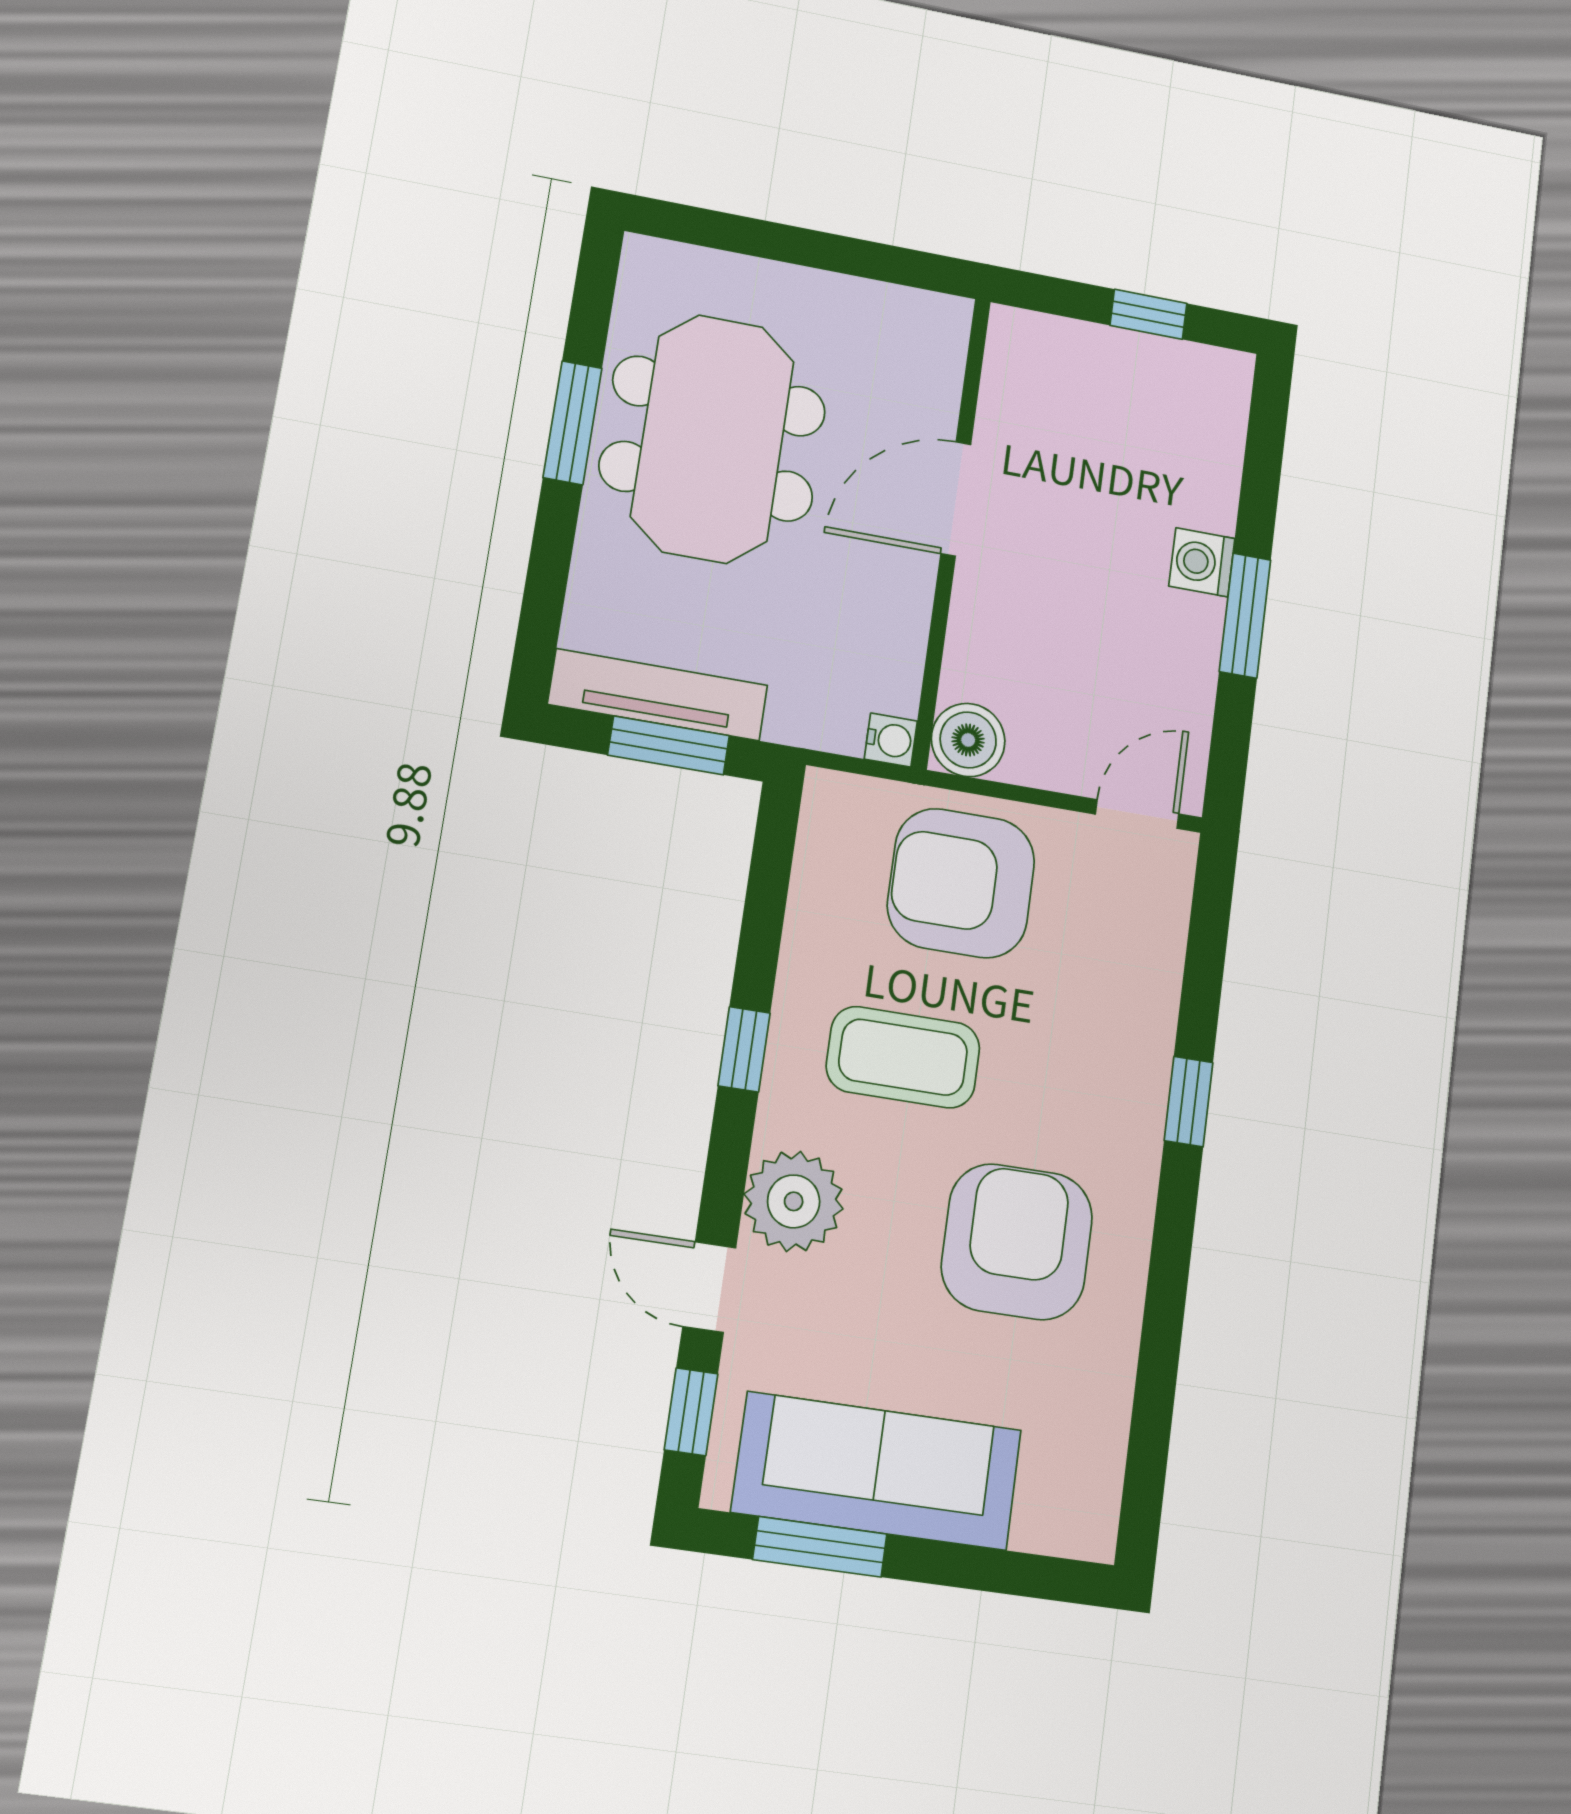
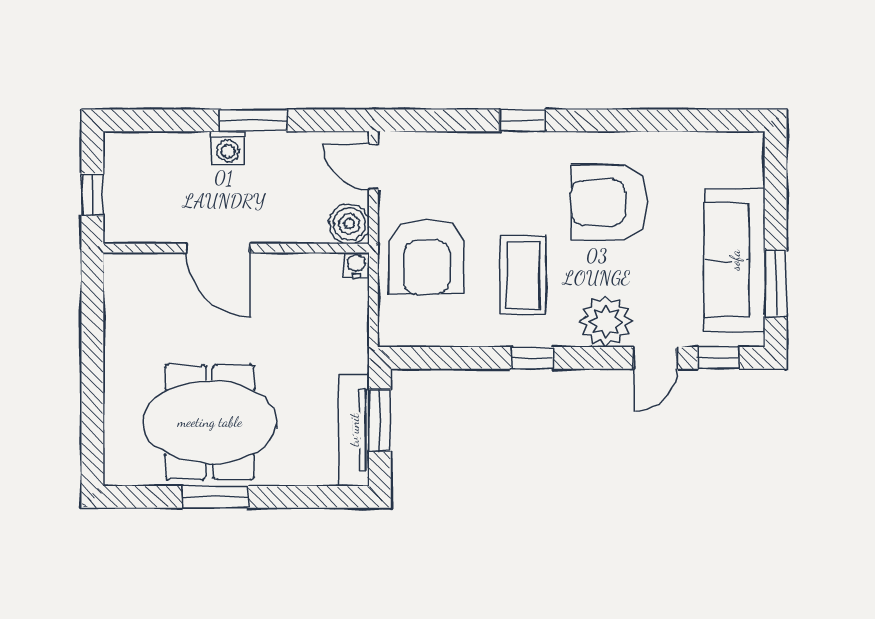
door: (956, 499) -> (218, 248), moved
wall: (951, 531) -> (236, 248), moved
water cooler: (891, 740) -> (356, 265), moved
boiler: (968, 740) -> (349, 224), moved

